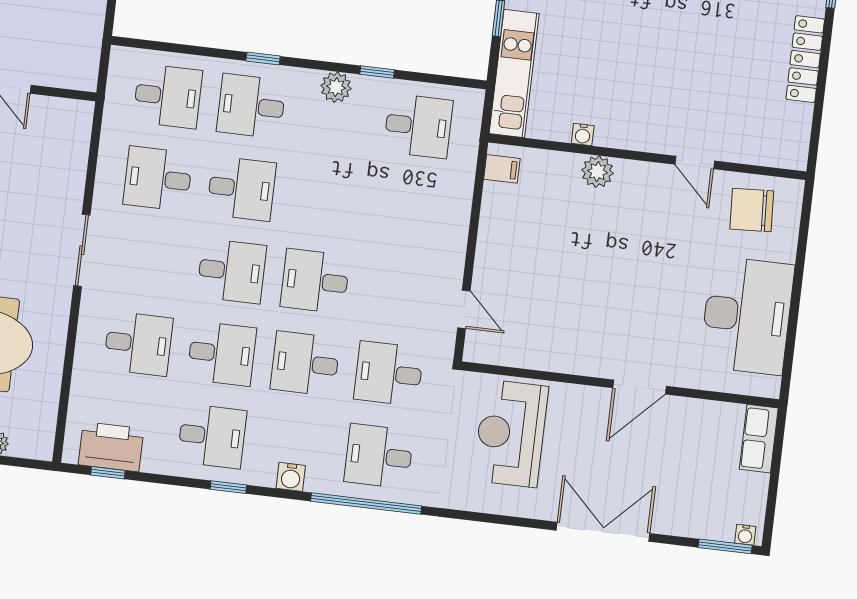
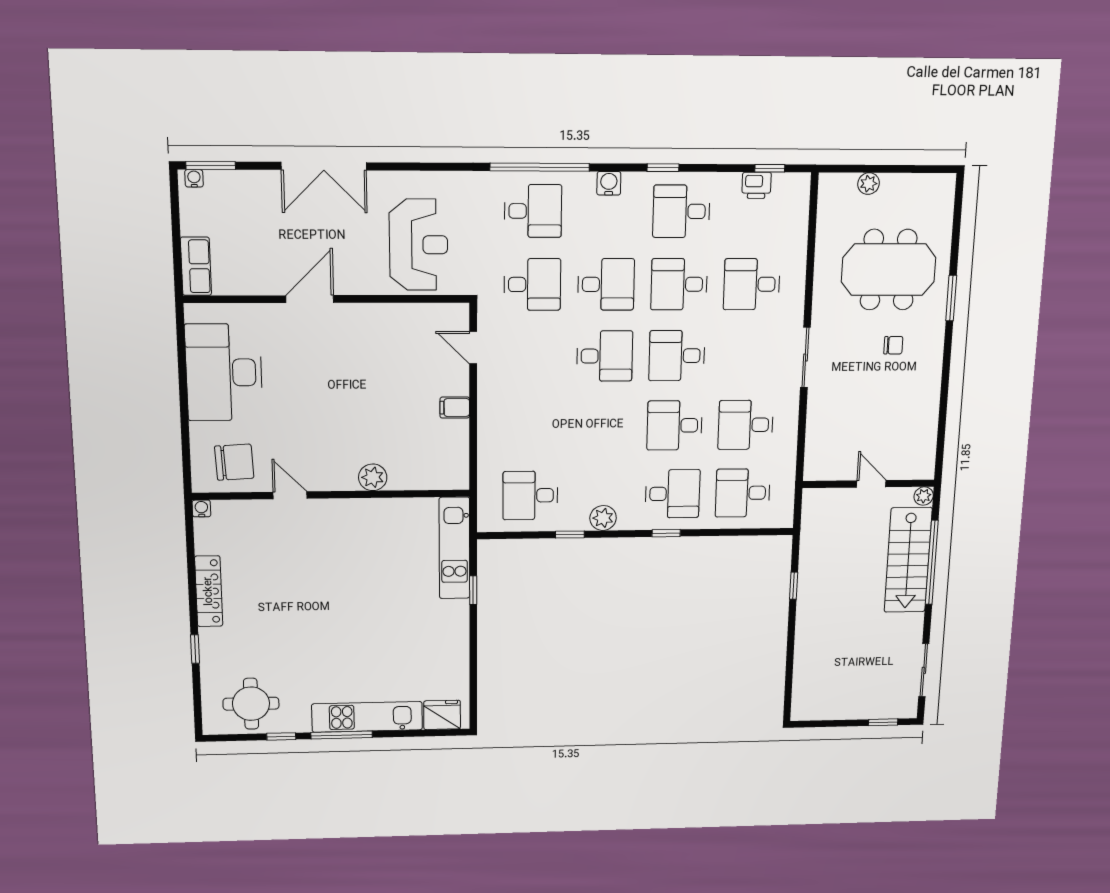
water cooler: (583, 135) -> (201, 508), moved
filing cabinet: (502, 169) -> (455, 408), moved
desk: (158, 179) -> (746, 425), turned 180
printer: (111, 447) -> (756, 185), width x0.53, depth x0.68

